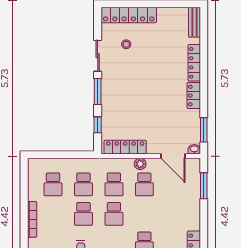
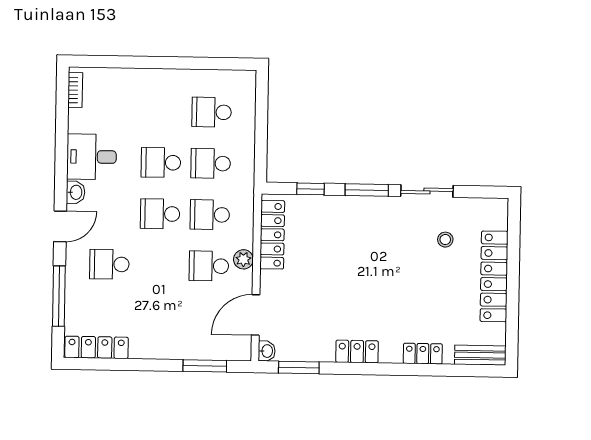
locker: (129, 15) -> (494, 276), moved
locker: (194, 63) -> (423, 354), width x0.66
bookcase: (32, 219) -> (153, 76), removed

